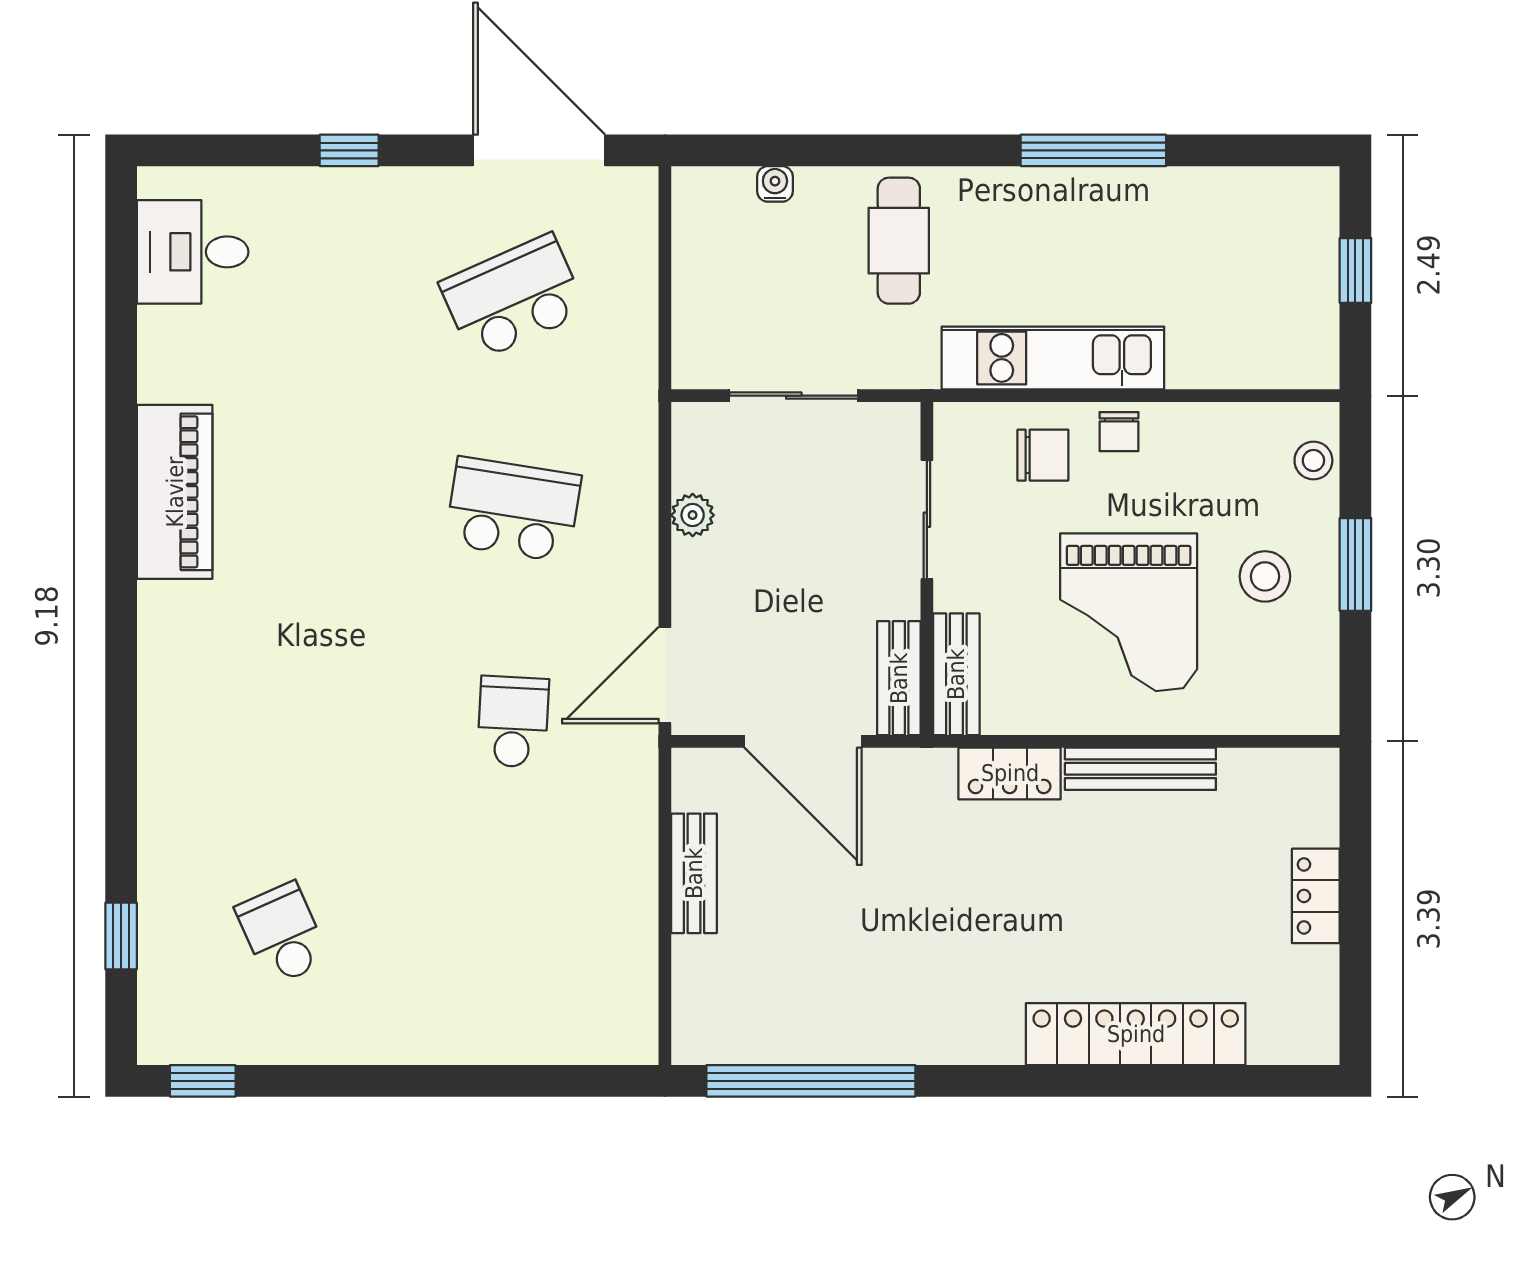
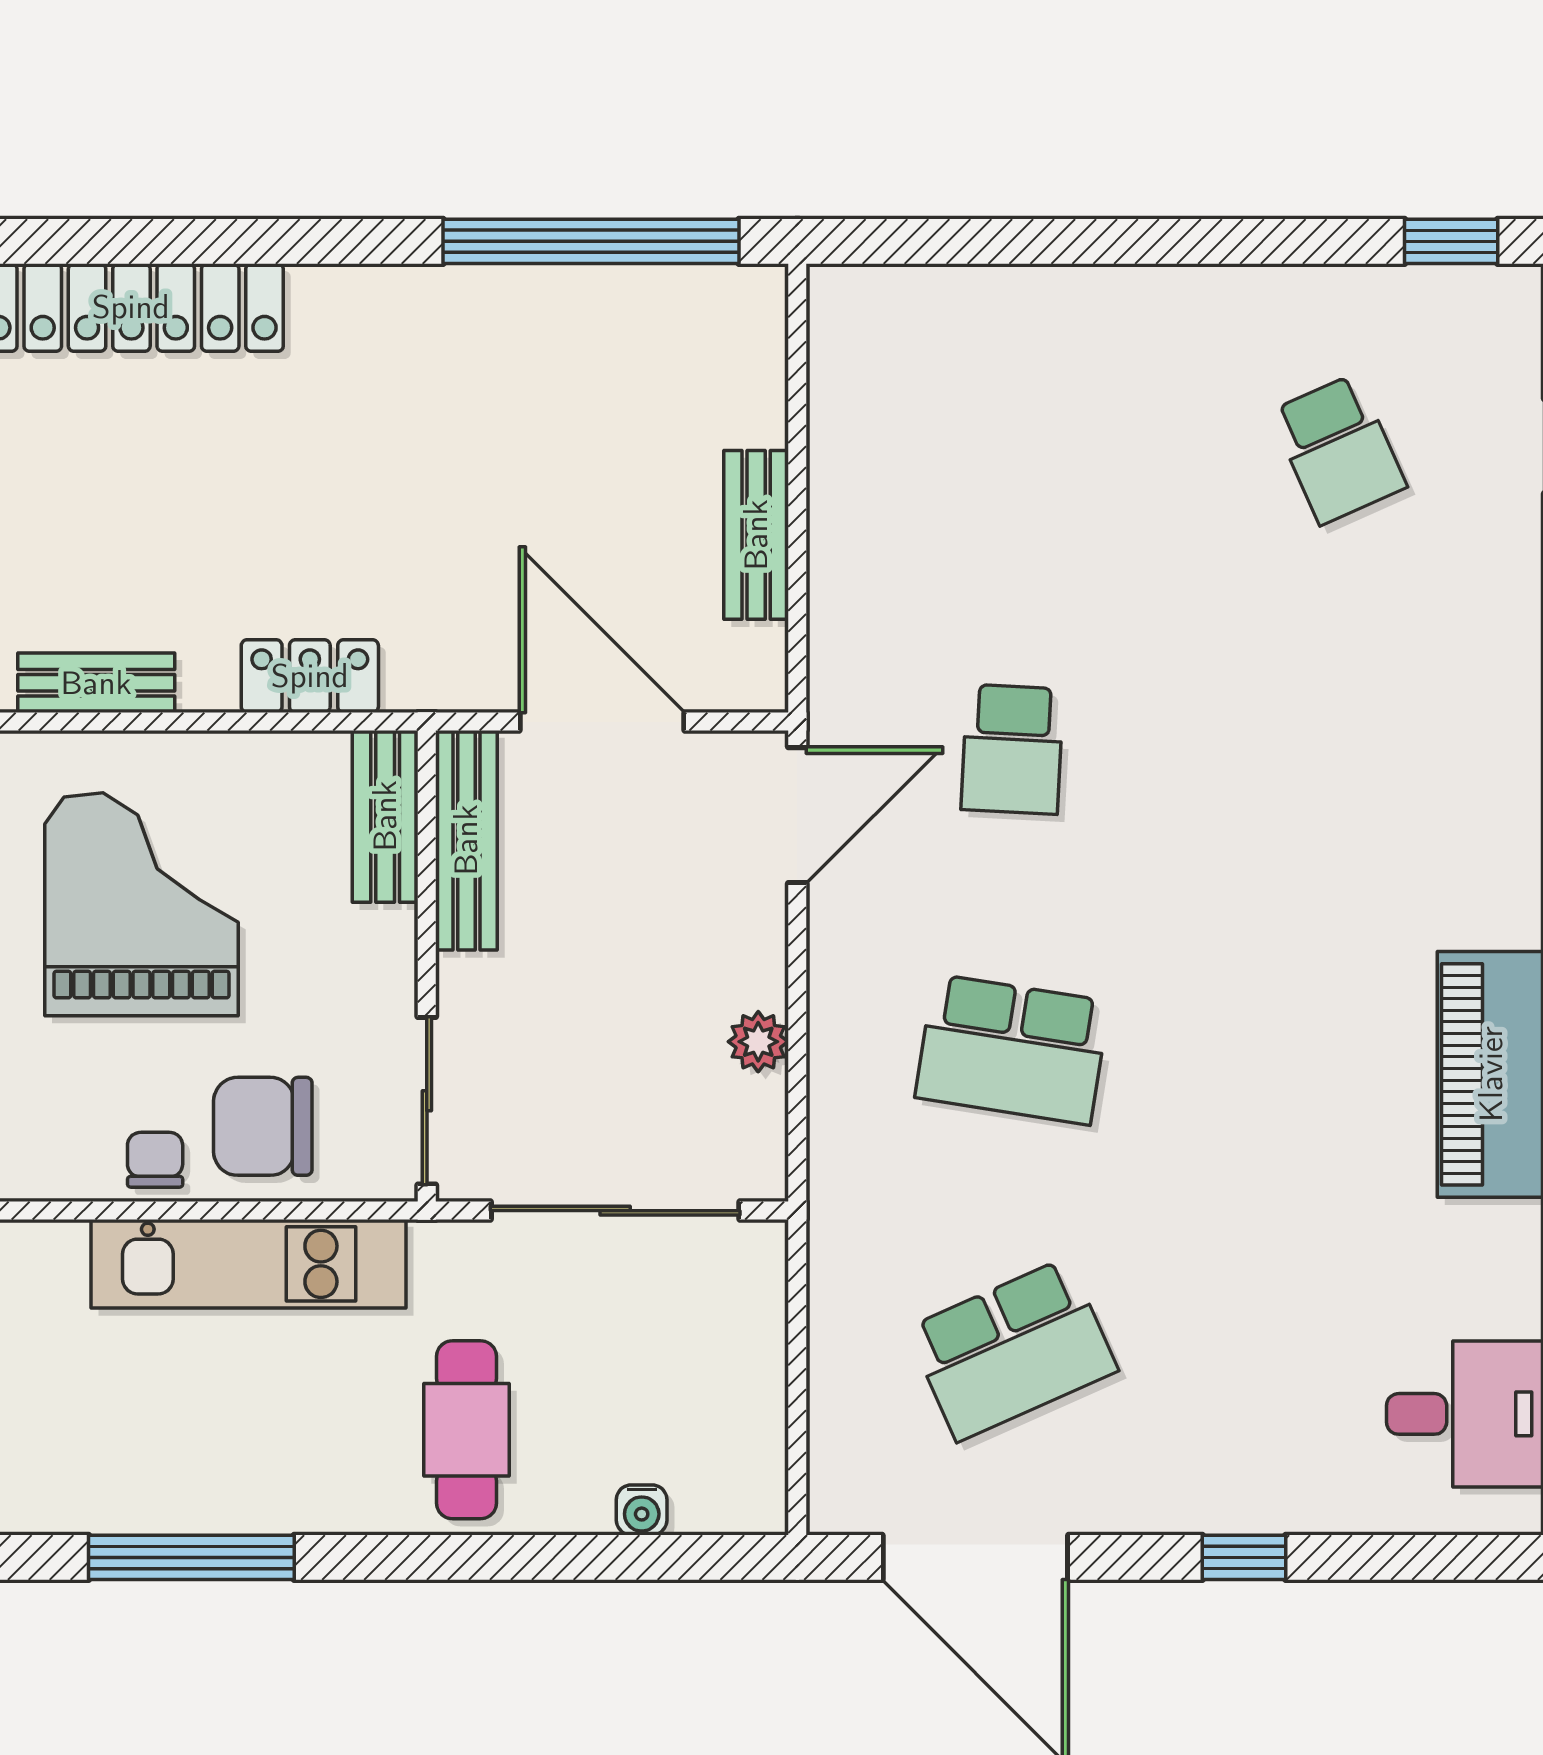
sliding door: (794, 396) -> (615, 1211), width x1.37
chair: (1043, 455) -> (263, 1126), width x1.37, depth x1.37
sliding door: (927, 520) -> (427, 1101), moved
bench: (899, 678) -> (466, 840), width x1.36
bench: (1140, 769) -> (96, 683), width x0.73

